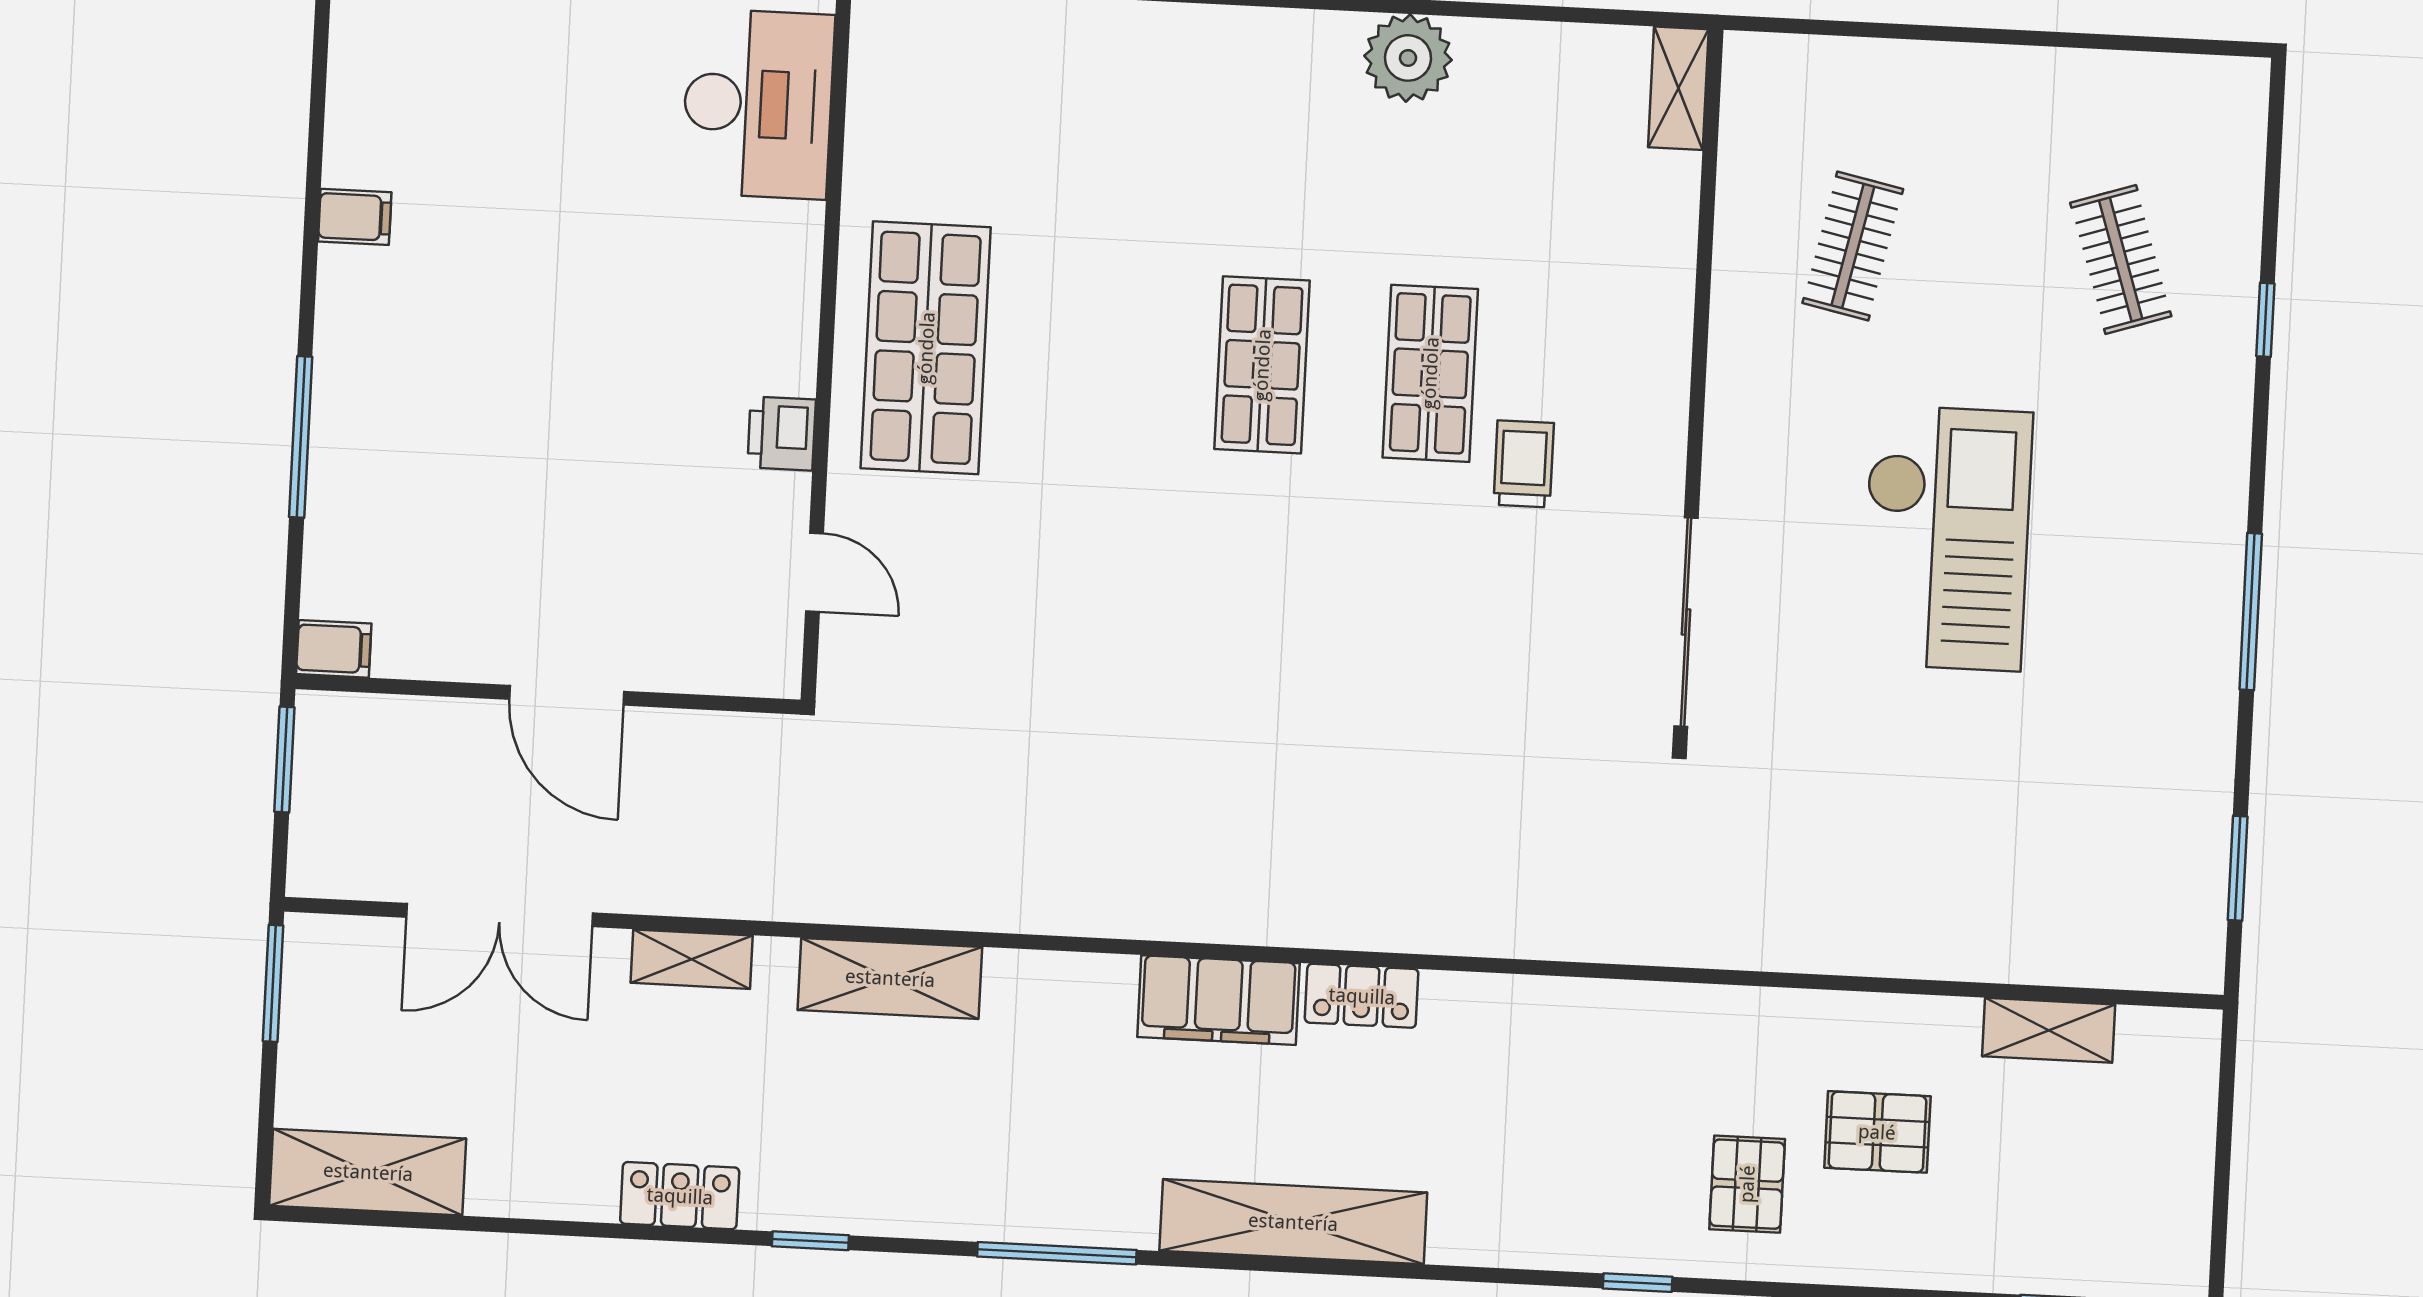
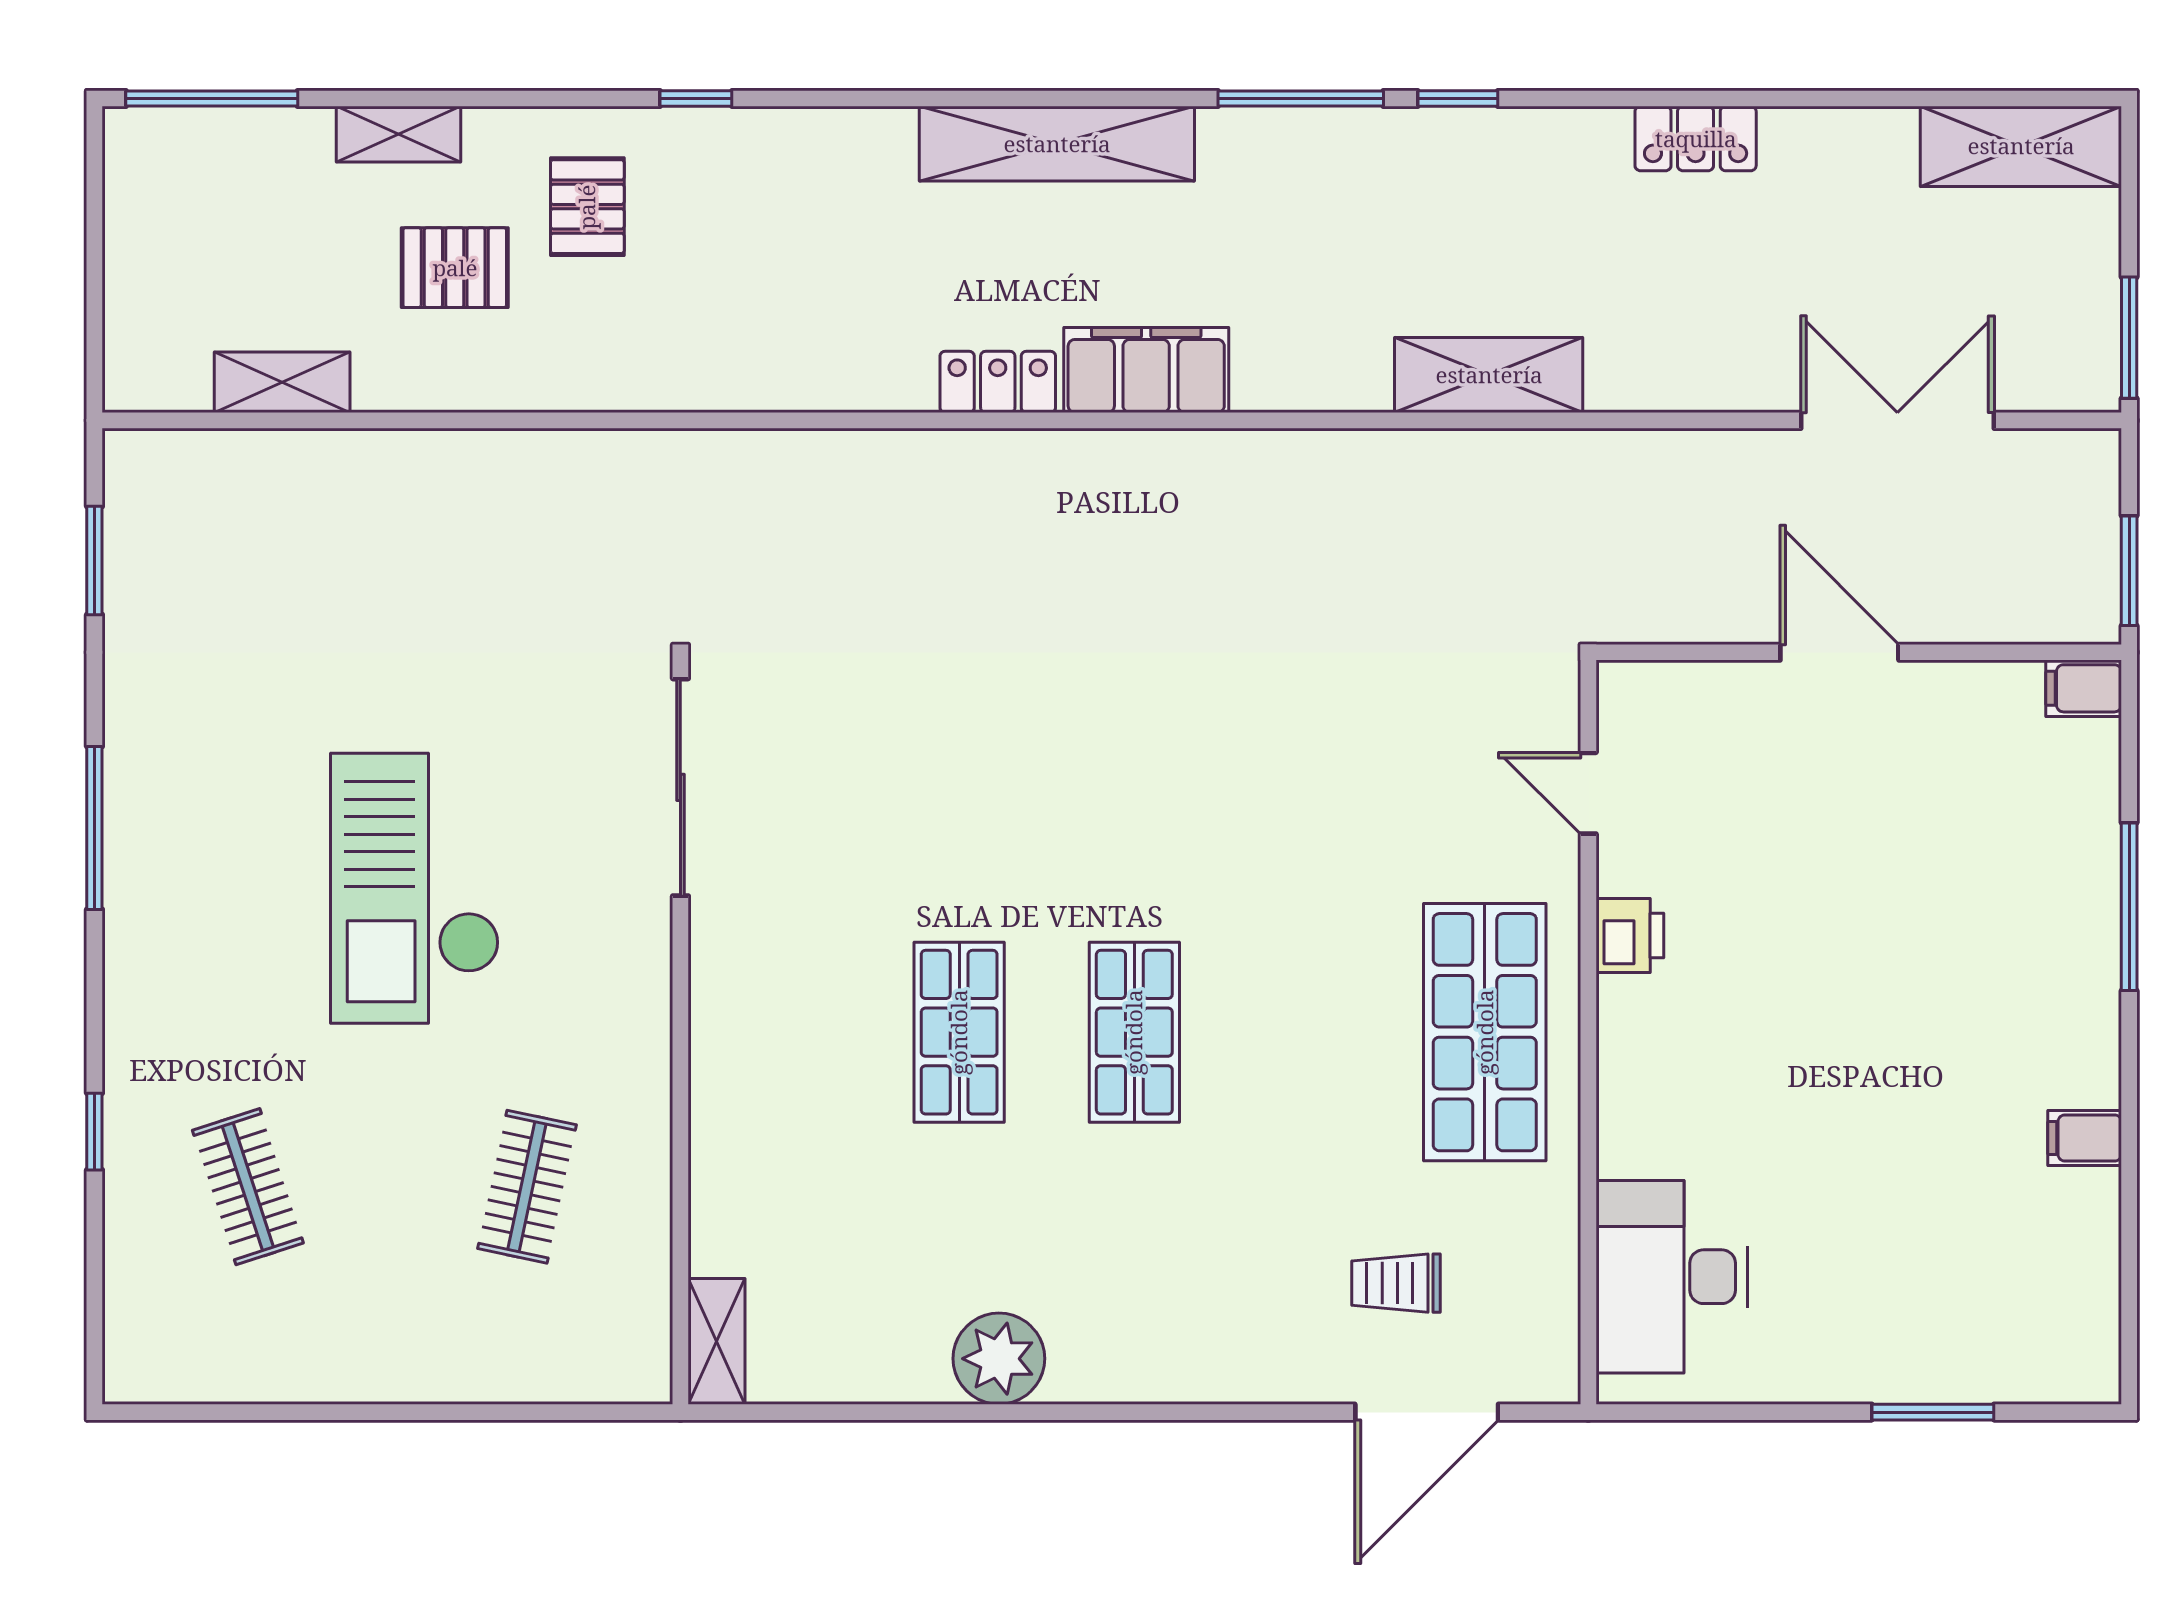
trolley: (1524, 464) -> (1396, 1283), moved, turned 90
shelving: (692, 959) -> (399, 134), moved
window: (810, 1241) -> (1458, 99), moved

